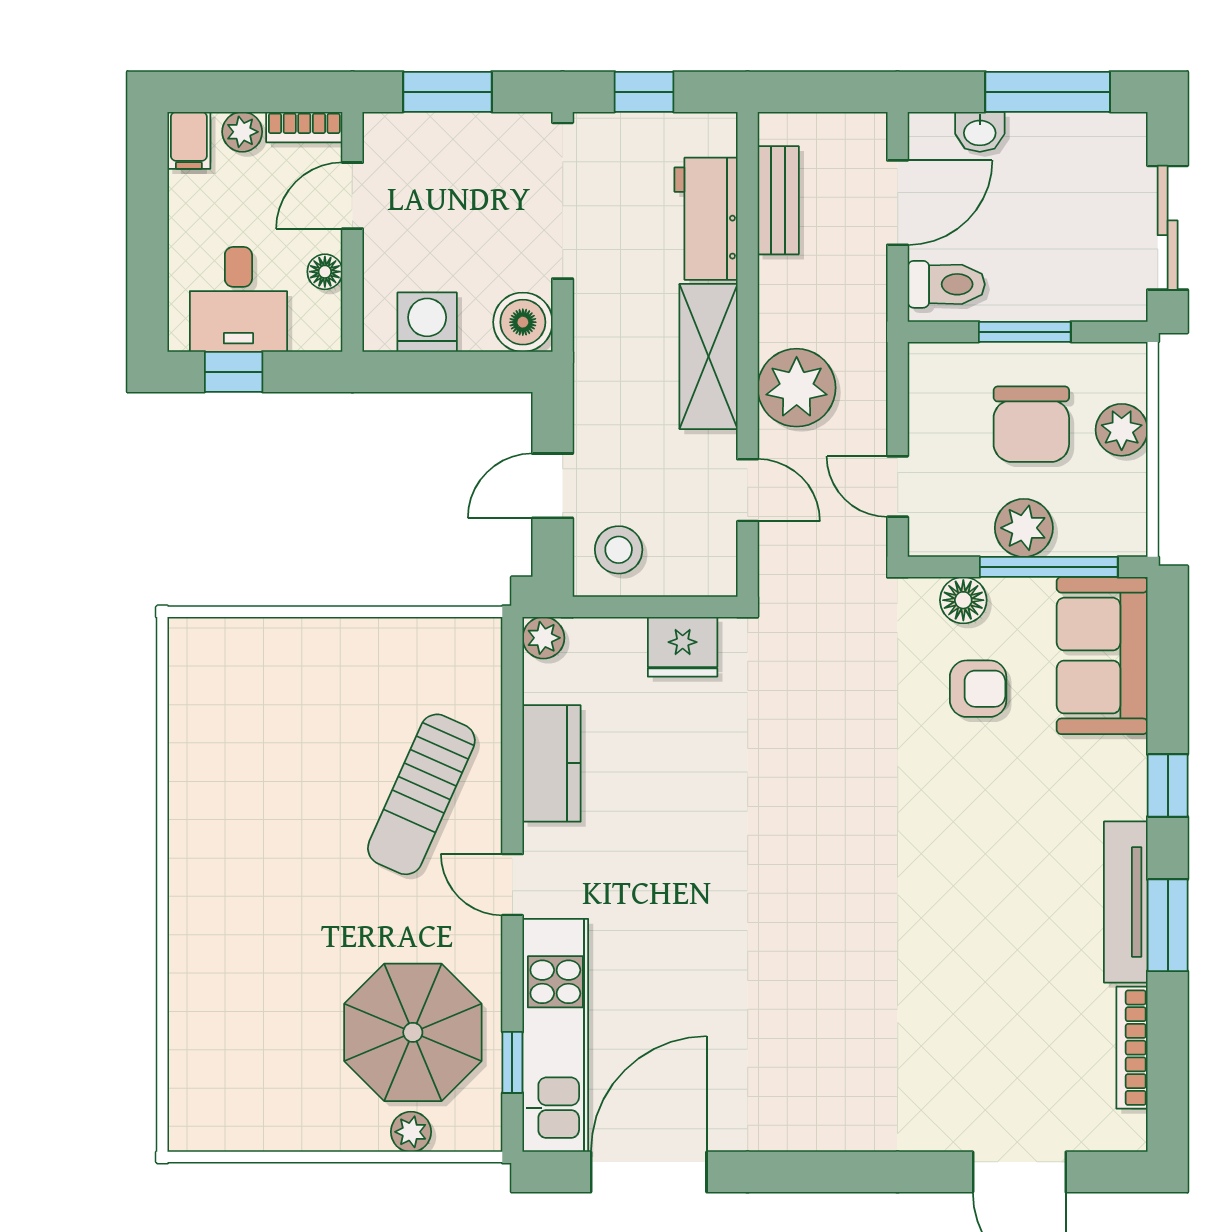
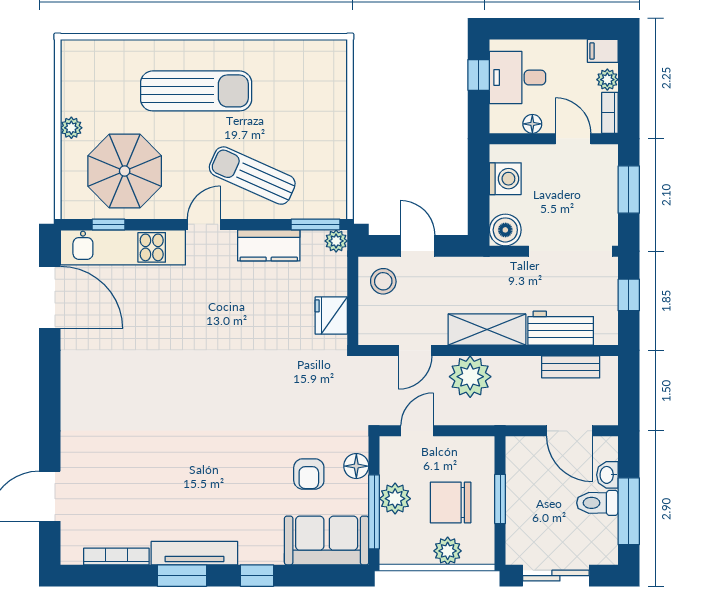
toilet: (946, 284) -> (597, 503), moved, turned 90
window: (512, 676) -> (315, 224), added
sun lounger: (263, 899) -> (196, 91), added
plant: (411, 1132) -> (71, 128), moved

